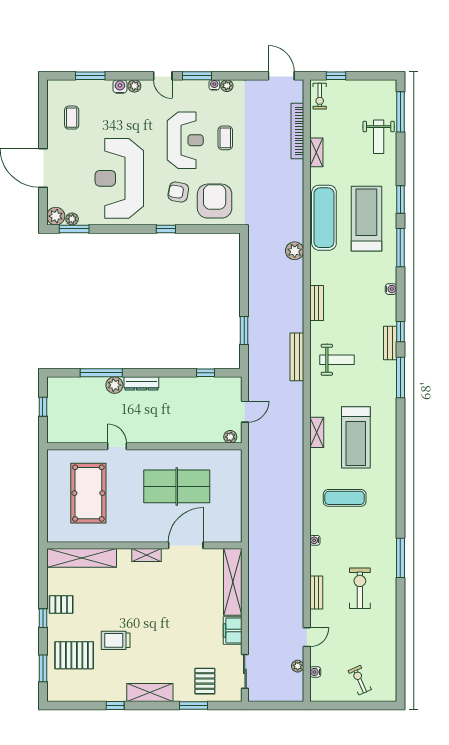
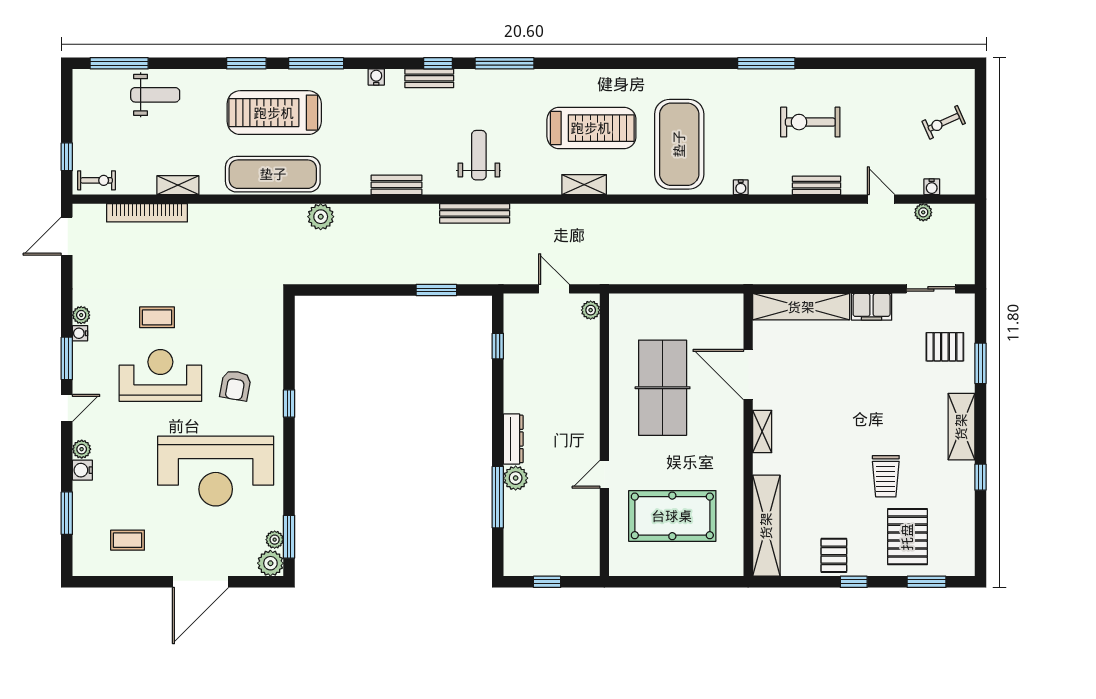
armchair: (215, 201) -> (249, 333), removed
bench: (390, 343) -> (429, 78), moved
exercise mat: (345, 498) -> (679, 144), width x2.00, depth x1.45

